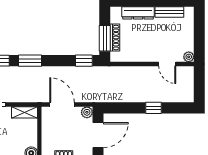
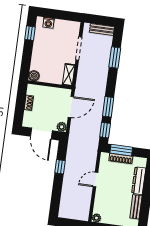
window: (30, 61) -> (108, 107), moved
door: (167, 64) -> (95, 180), moved
window: (154, 108) -> (60, 167), moved

